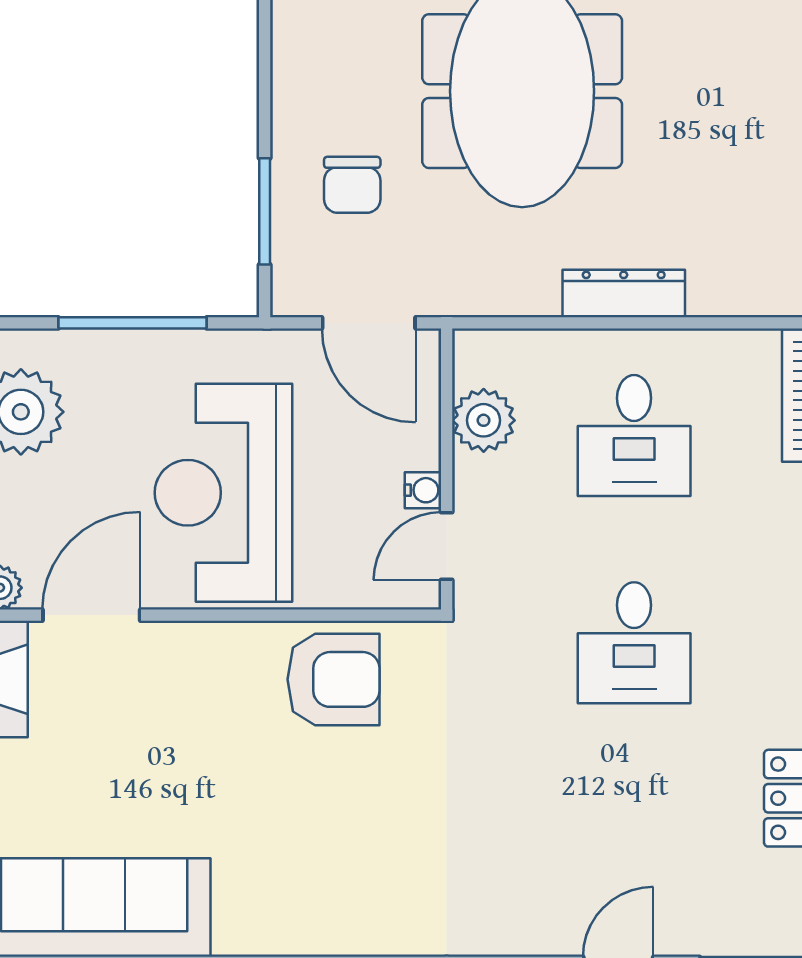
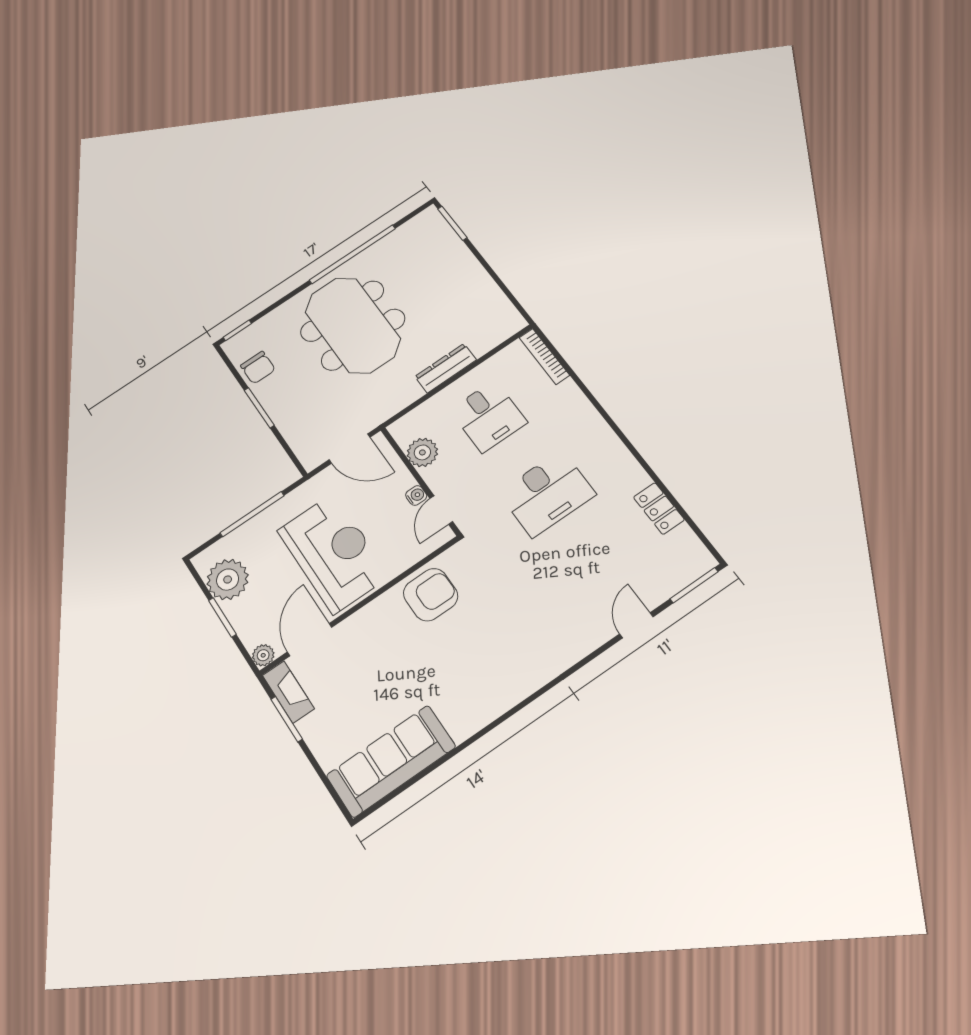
chair: (352, 185) -> (258, 368), moved
window: (265, 211) -> (259, 408), moved
reception desk: (223, 493) -> (333, 553), turned 180
desk: (634, 643) -> (547, 493), width x1.37

